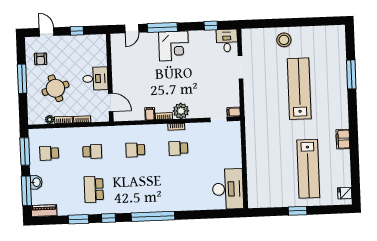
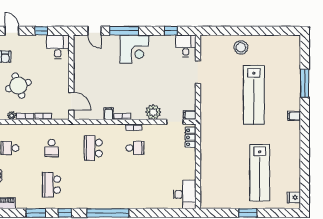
door: (132, 29) -> (94, 31), hinge flipped
desk: (95, 79) -> (58, 47), moved, turned -90
lab bench: (299, 89) -> (254, 95), turned 180
plant: (181, 111) -> (153, 112), moved
locker: (235, 135) -> (190, 137), added
filing cabinet: (343, 139) -> (294, 116), moved, width x0.50
school desk: (178, 148) -> (135, 148), turned 180
school desk: (135, 150) -> (93, 148), width x1.85
school desk: (92, 152) -> (52, 148), turned 90
desk: (228, 189) -> (185, 194), width x0.73, depth x0.77

